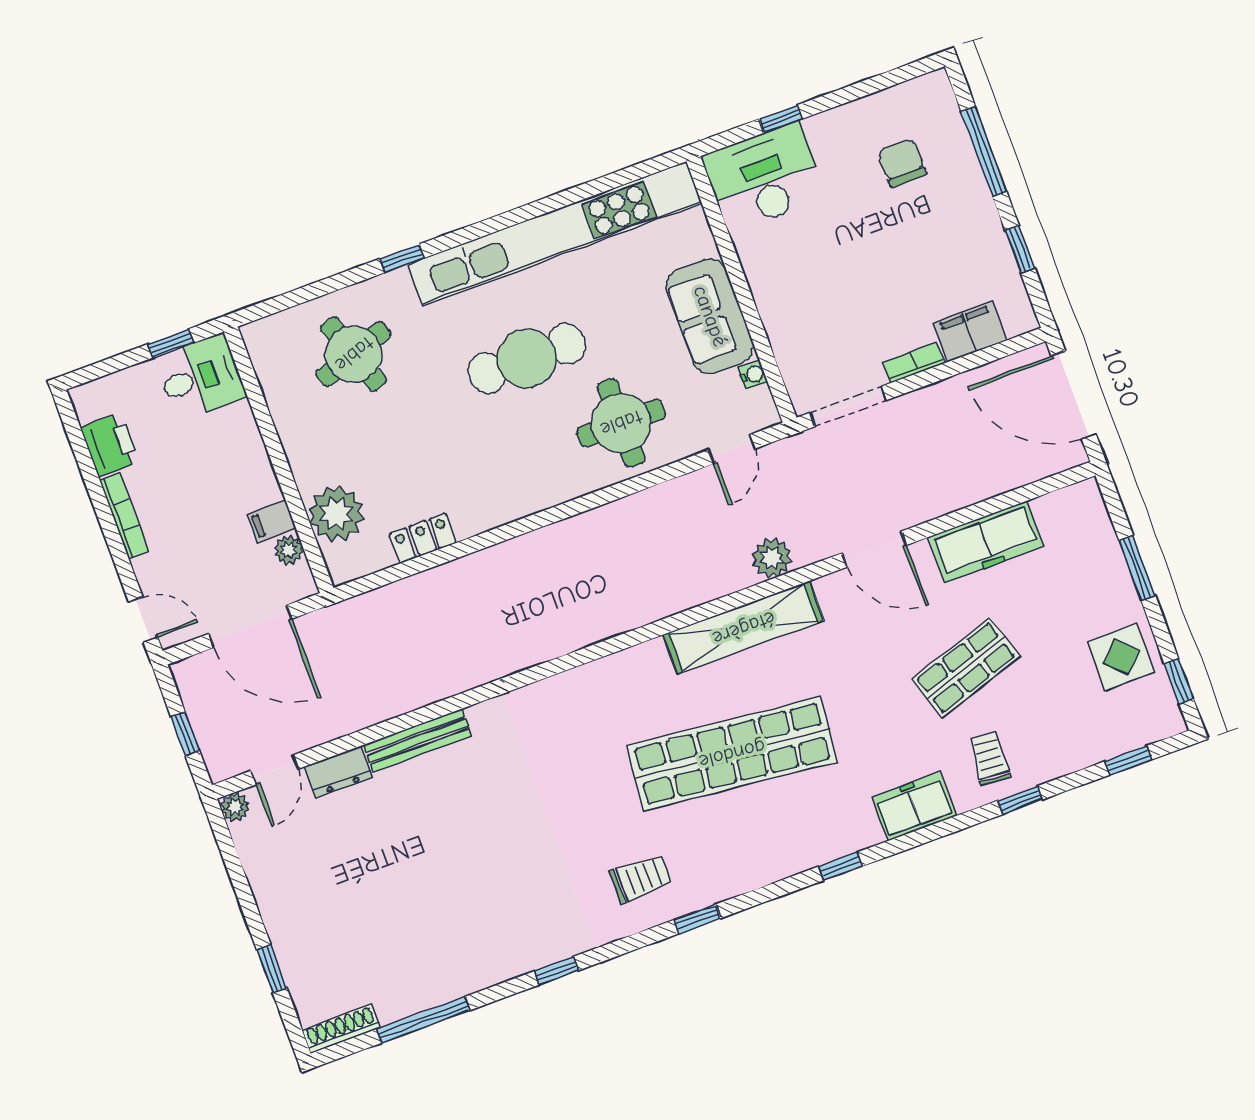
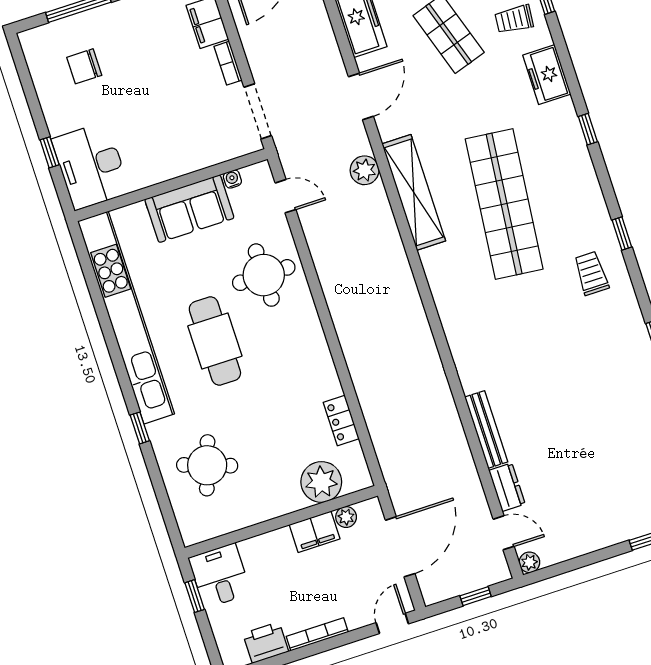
round table: (354, 354) -> (207, 465), turned 38
filing cabinet: (272, 521) -> (315, 532), width x2.00

